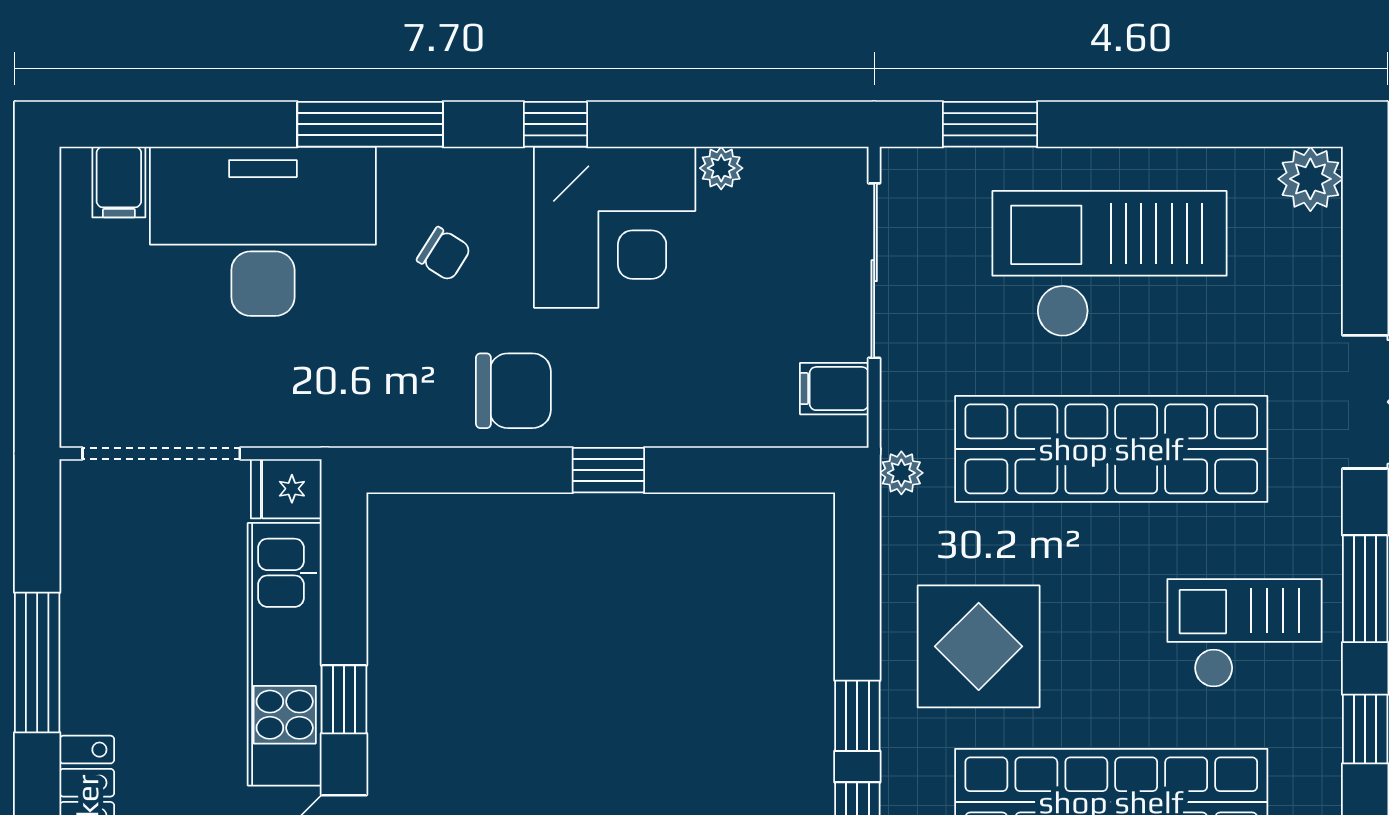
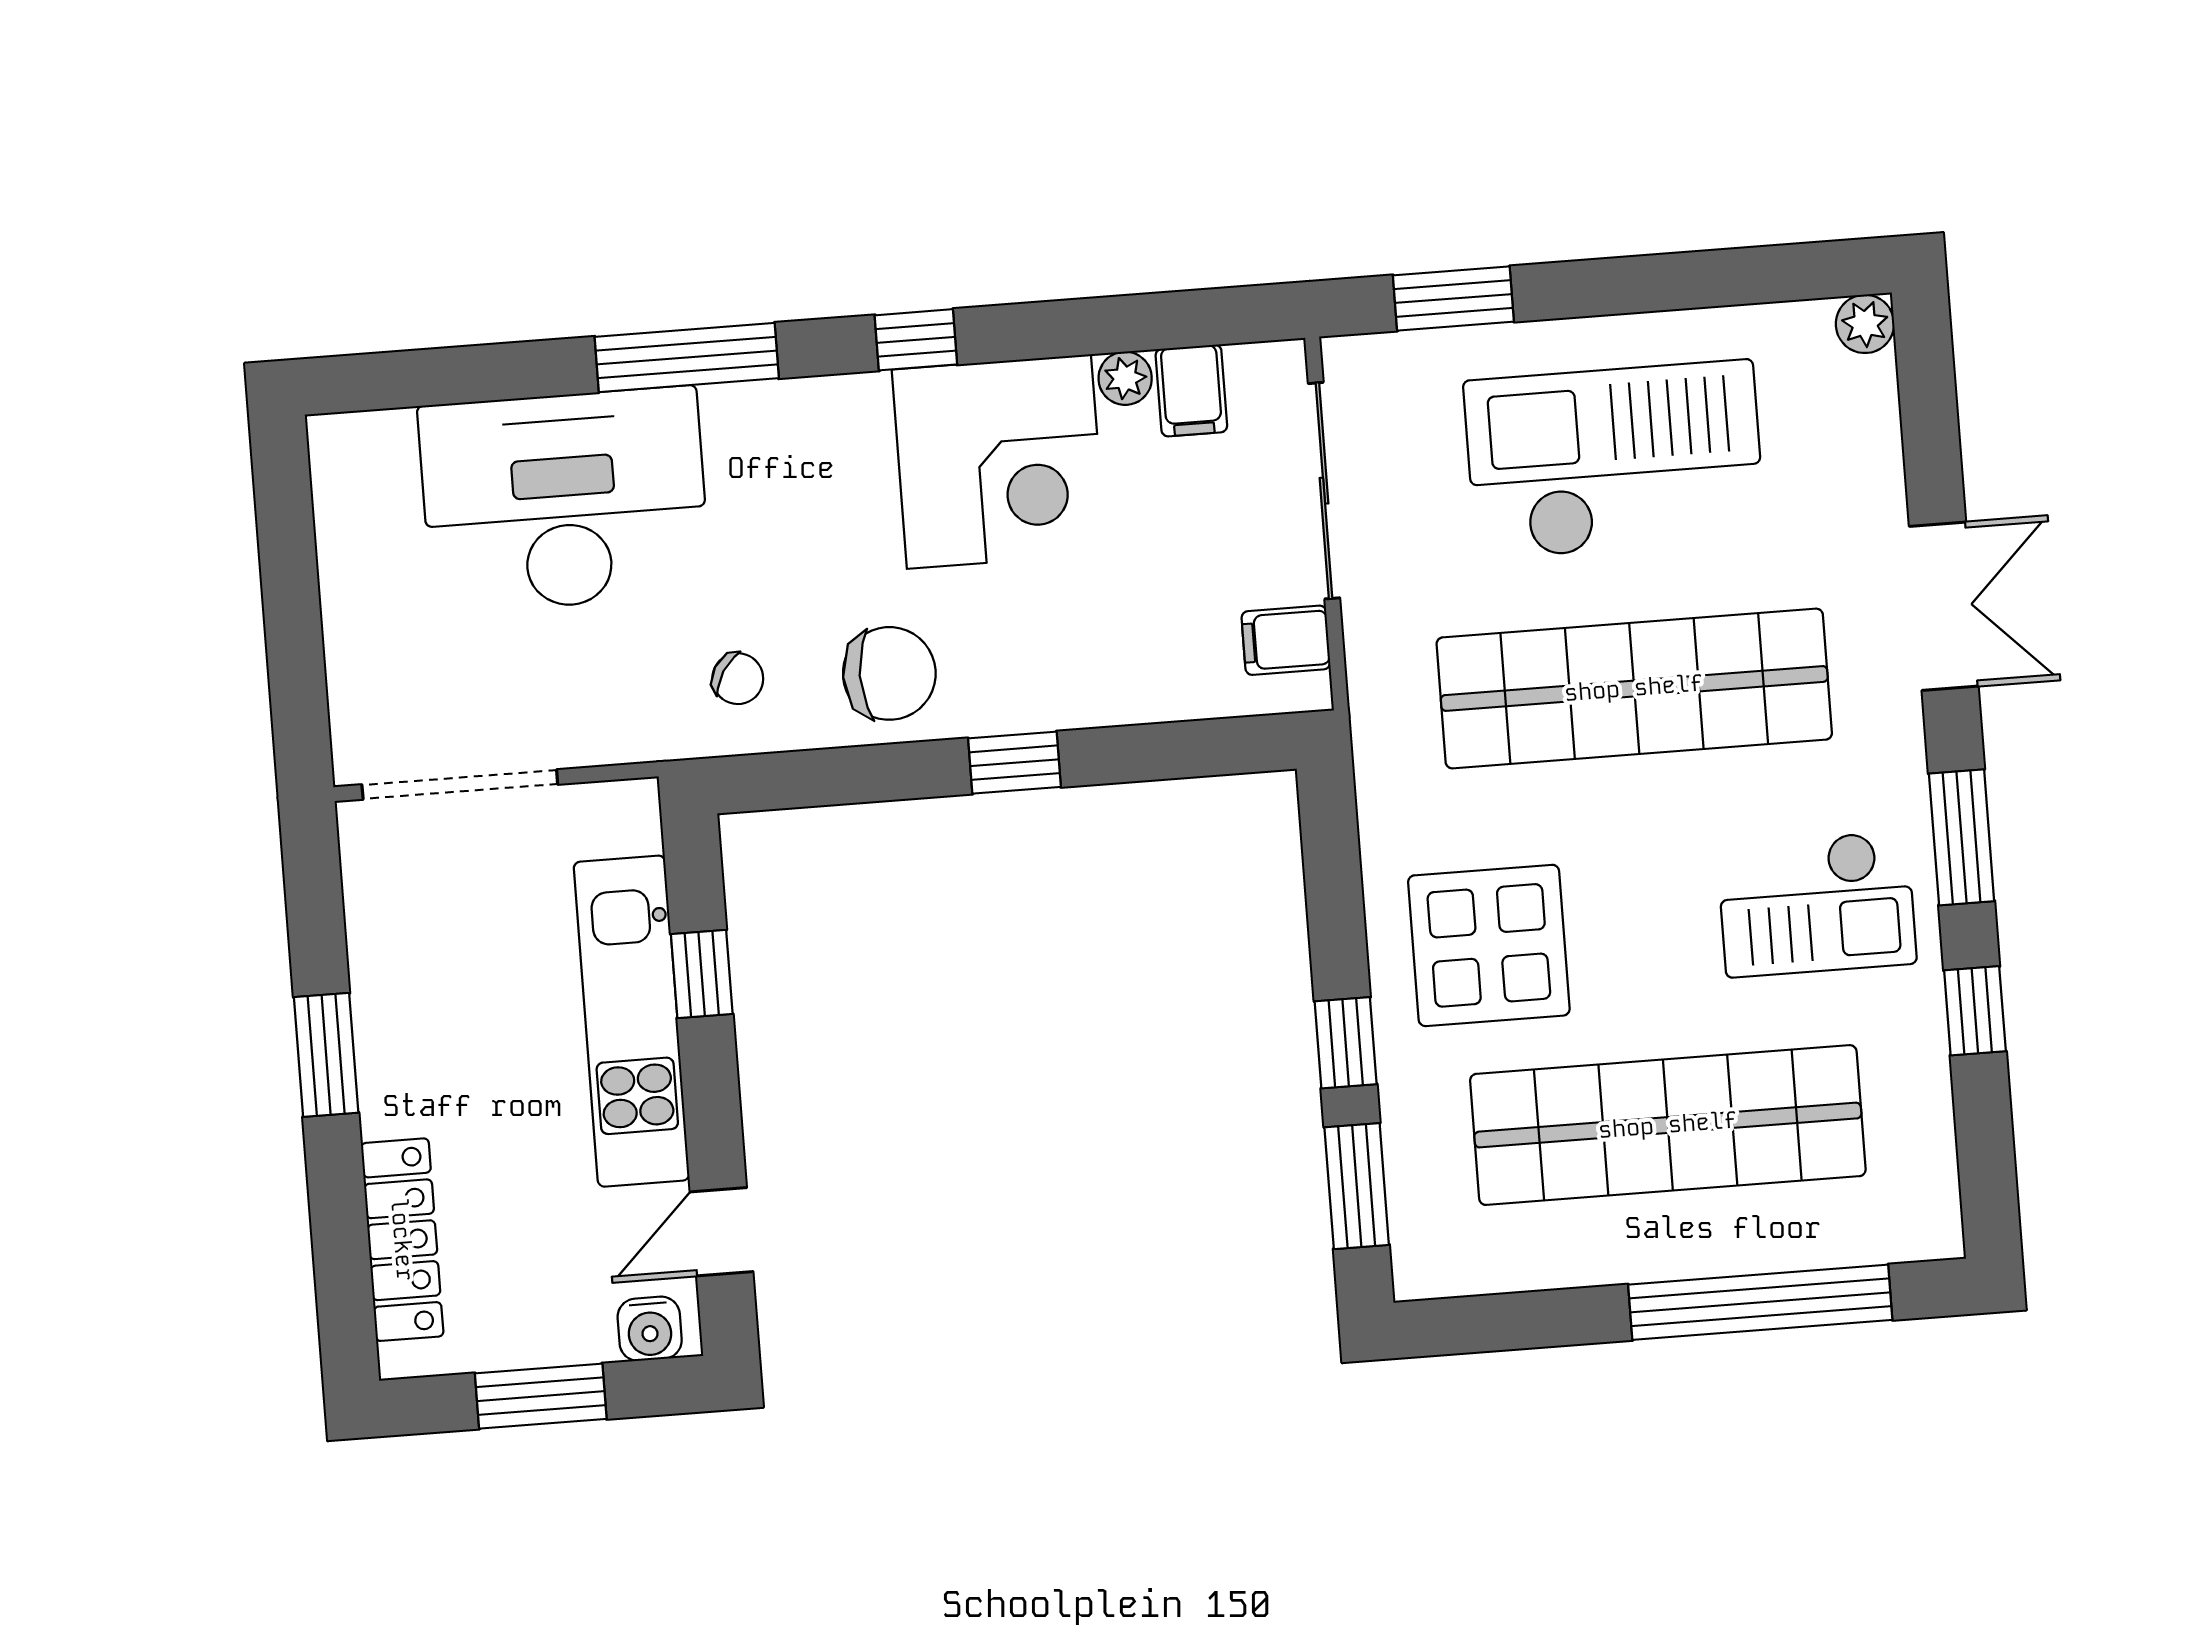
plant: (1310, 179) -> (1865, 324), width x0.73, depth x0.73
filing cabinet: (119, 182) -> (1191, 391), moved
chair: (444, 254) -> (738, 679), moved
plant: (901, 473) -> (1377, 738), removed
fridge: (286, 489) -> (618, 816), removed
checkout: (1245, 633) -> (1817, 904), turned 180
window: (37, 662) -> (326, 1055), width x0.69
window: (344, 699) -> (702, 974), moved

